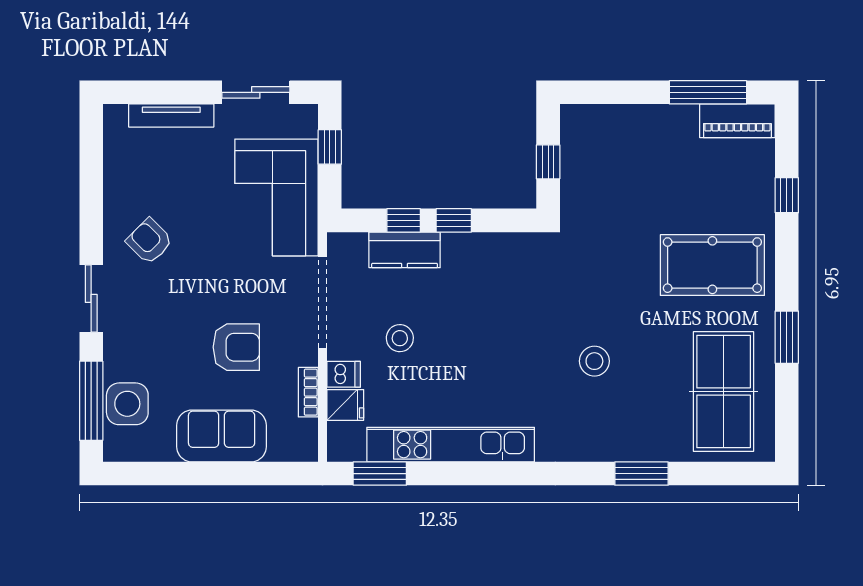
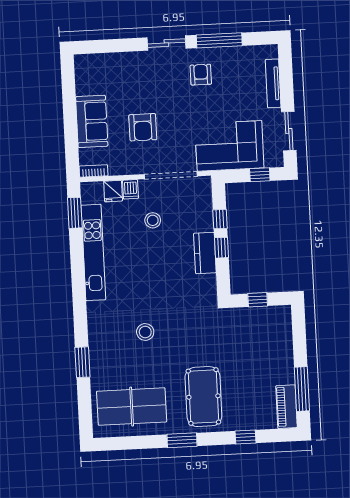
armchair: (149, 241) -> (201, 75), turned -45
kitchen counter: (405, 250) -> (205, 253), moved
window: (787, 337) -> (182, 440), moved
bookcase: (308, 392) -> (94, 171), moved
window: (91, 401) -> (219, 40), moved
side table: (127, 404) -> (107, 67), removed

